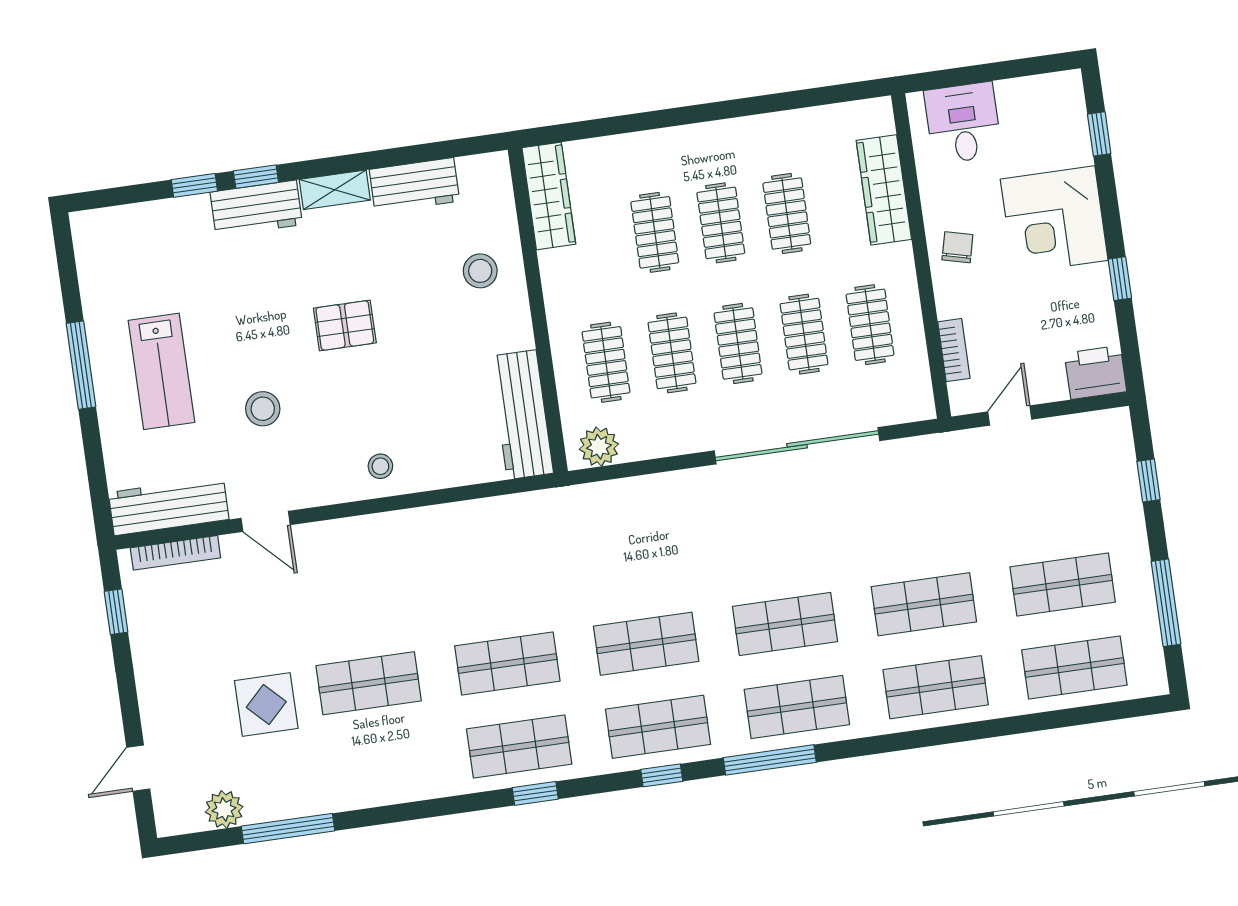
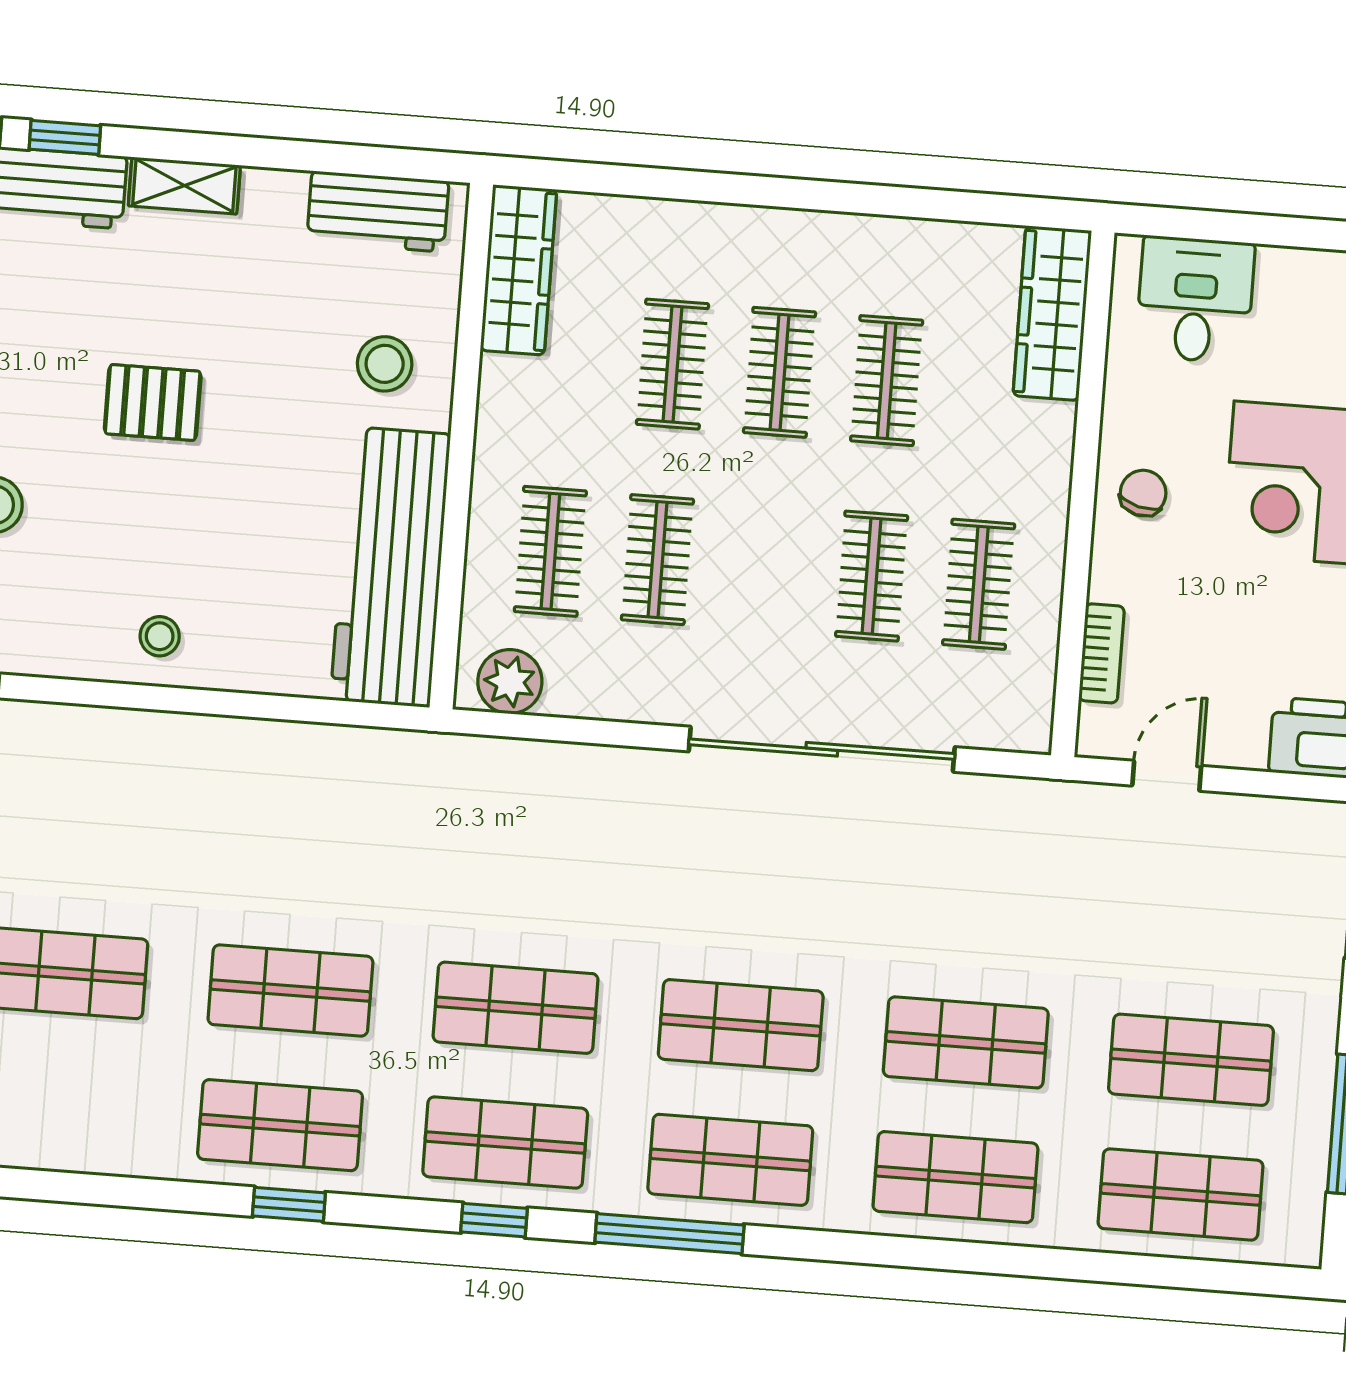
workbench: (414, 185) -> (378, 211), moved
wardrobe: (884, 190) -> (1052, 313), moved
clothes rail: (738, 343) -> (765, 568), removed
workbench: (522, 415) -> (390, 567), width x1.36, depth x1.32

